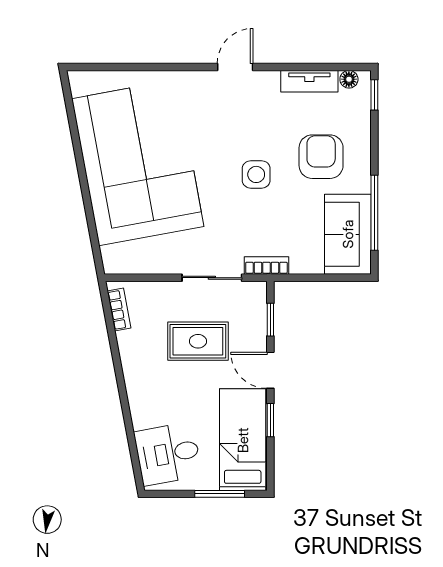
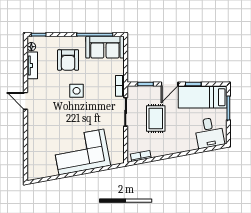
armchair: (321, 157) -> (68, 60), turned -90
corner sofa: (138, 163) -> (81, 152), width x0.73, depth x0.74

